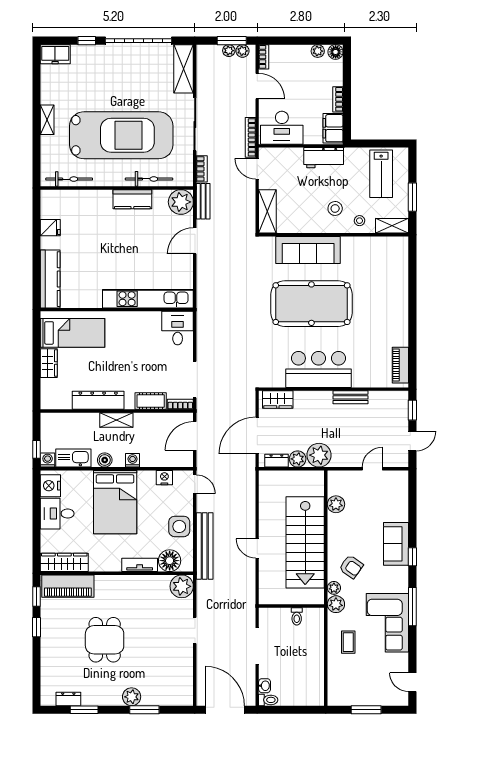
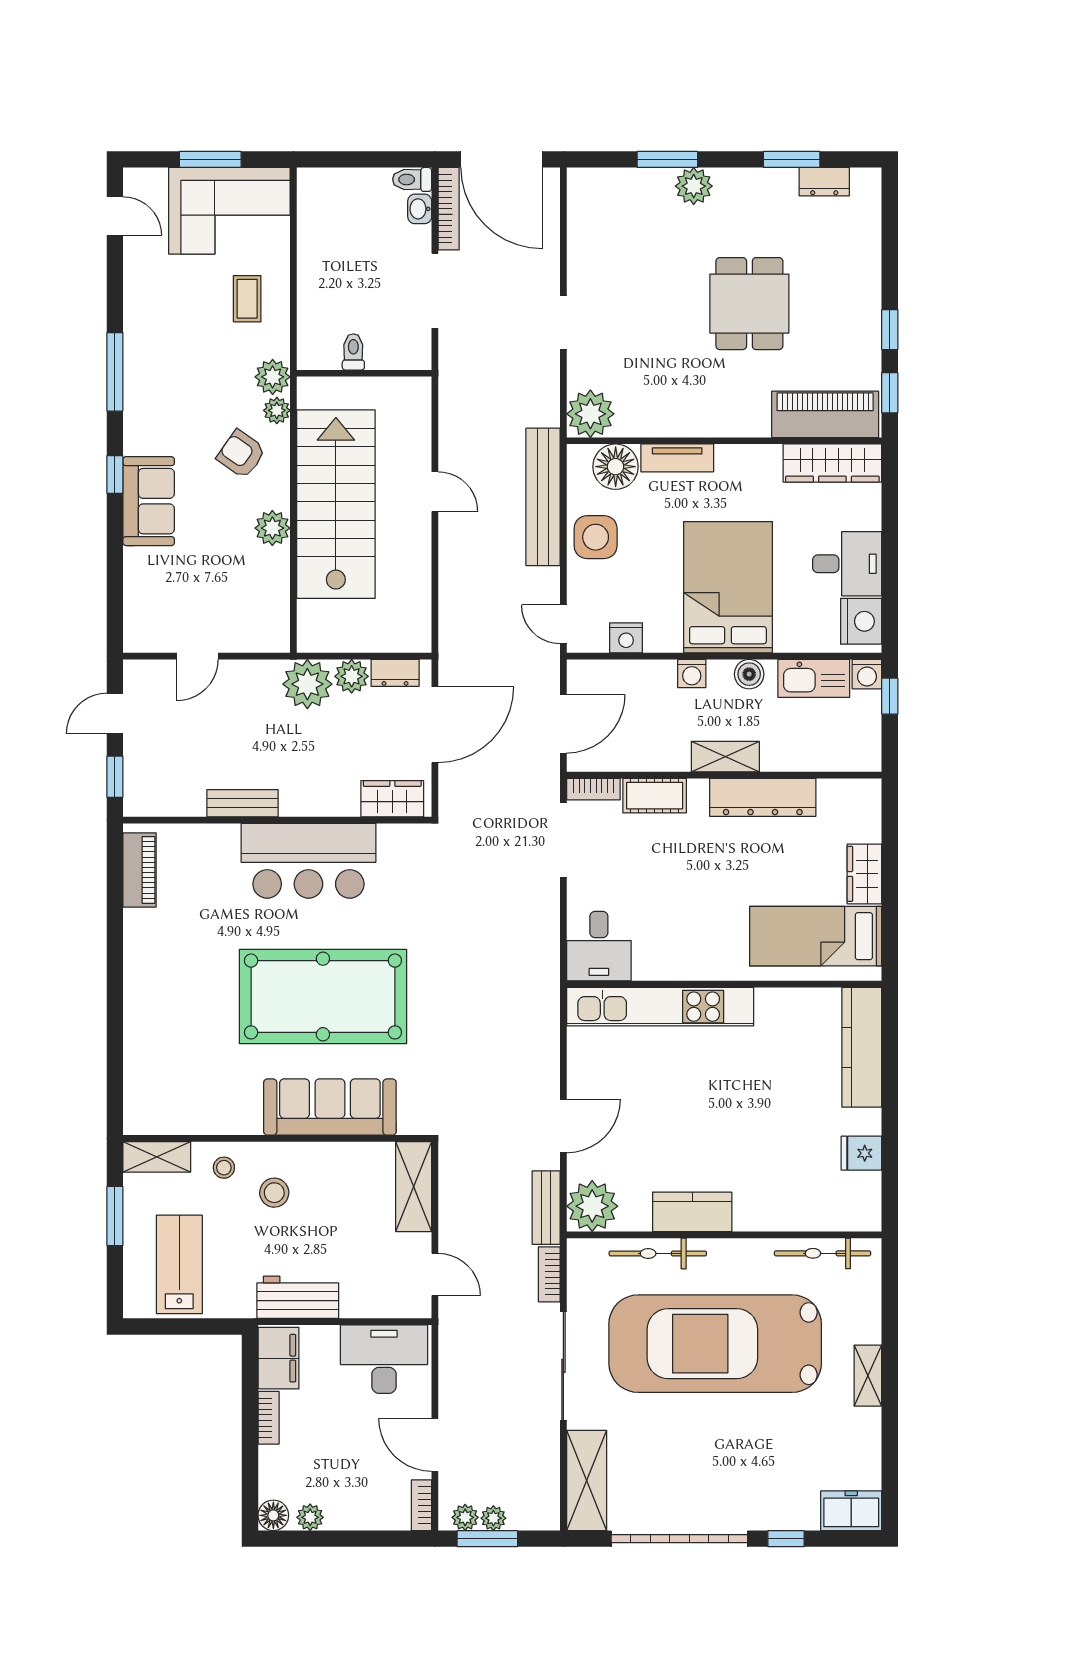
bookcase: (250, 137) -> (449, 209), moved
plant: (336, 504) -> (272, 528), moved
corner sofa: (387, 623) -> (229, 211), moved, turned 90

